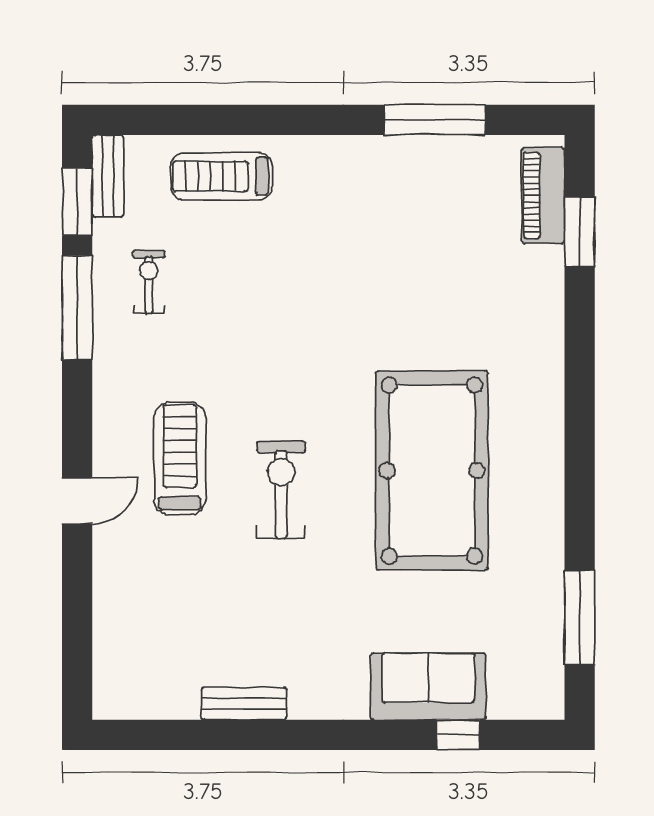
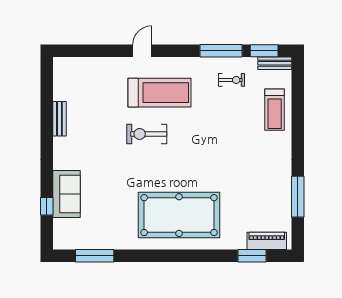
treadmill: (221, 176) -> (275, 110), turned 180
treadmill: (180, 459) -> (159, 93), width x1.37, depth x1.38
pool table: (432, 471) -> (179, 215), moved
exercise bike: (281, 490) -> (147, 134), turned 180
door: (77, 501) -> (142, 51), swing flipped

